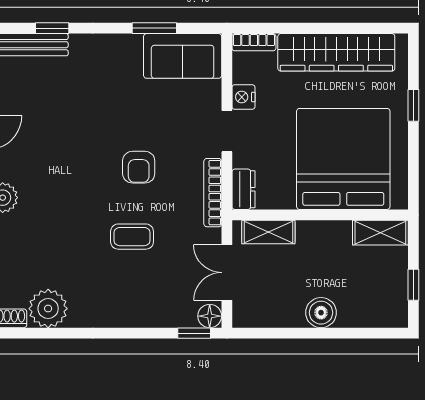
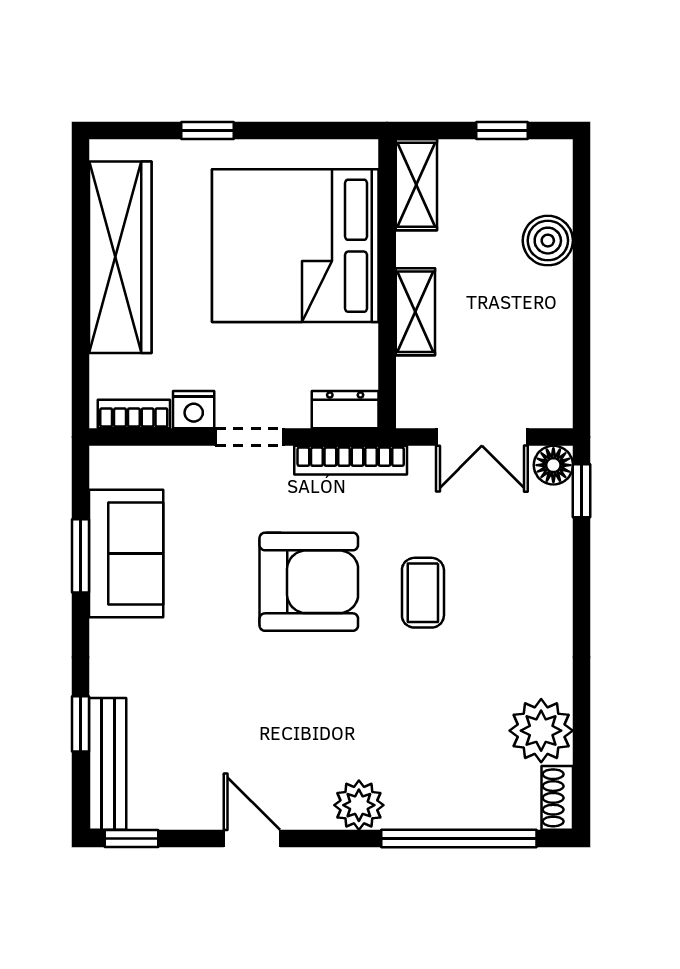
bookcase: (254, 42) -> (134, 414), moved, turned -90
sofa: (183, 56) -> (126, 554), moved
armchair: (139, 167) -> (309, 582), width x1.88, depth x1.88
shelving: (268, 232) -> (415, 312), moved
boiler: (321, 313) -> (548, 241), moved

